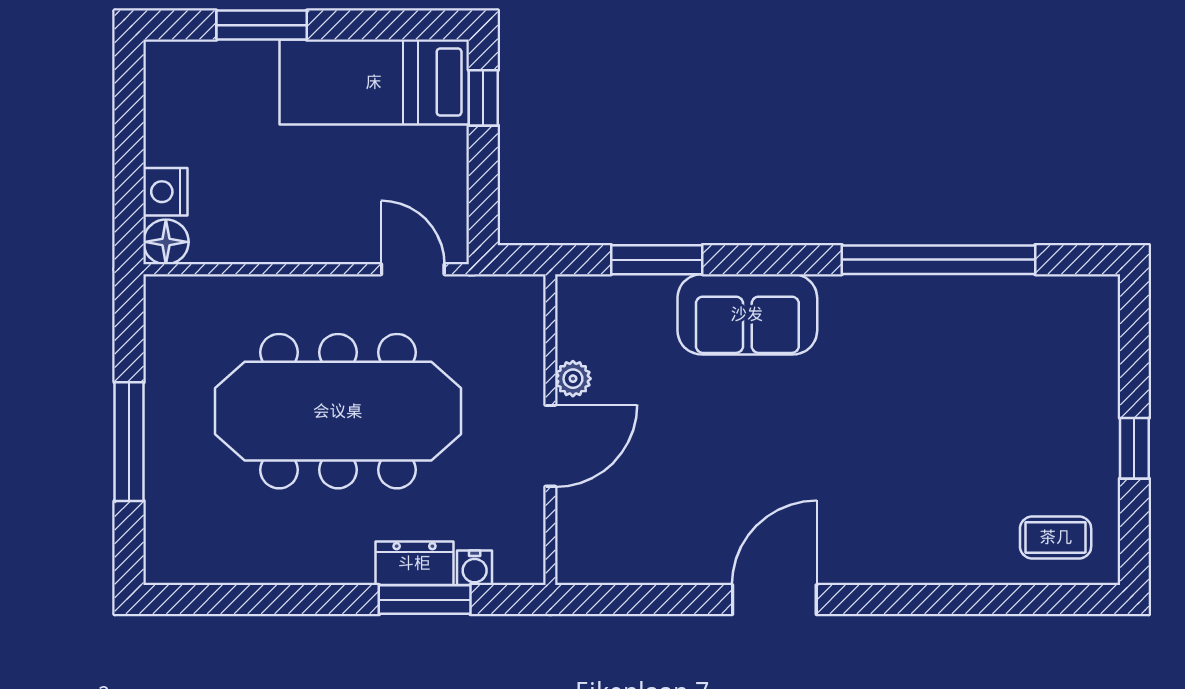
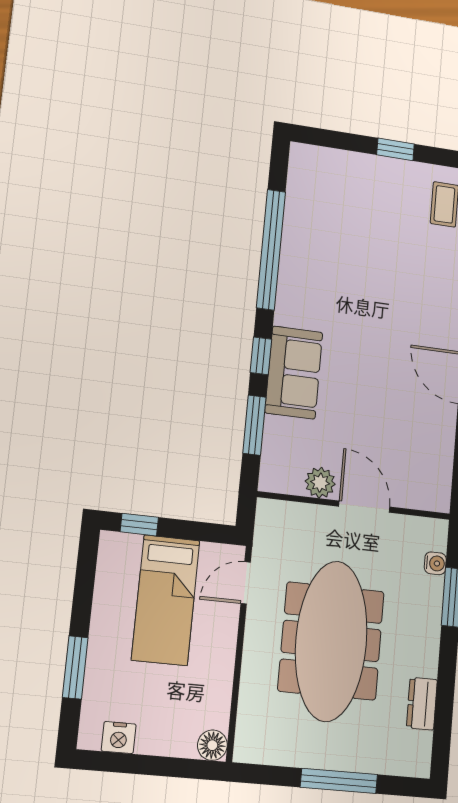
bed: (374, 82) -> (166, 600), moved
nightstand: (165, 192) -> (119, 738), moved
window: (767, 260) -> (261, 356), added
plant: (573, 379) -> (320, 483), width x1.38, depth x1.38
dresser: (414, 563) -> (422, 704), moved

